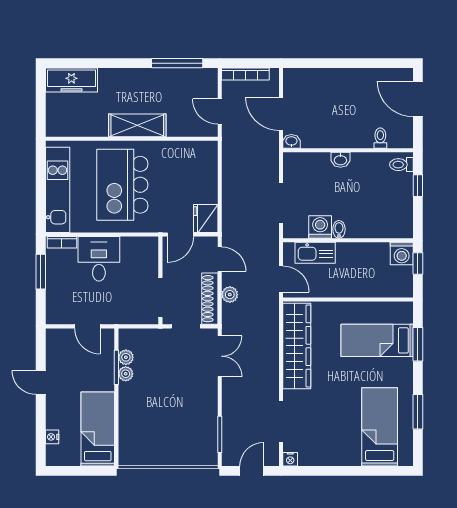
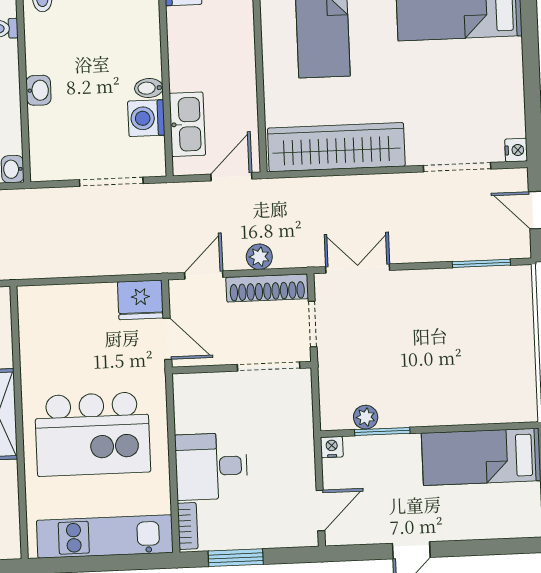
door: (87, 326) -> (320, 510), moved
plant: (126, 374) -> (392, 416), removed
nightstand: (52, 437) -> (332, 447), moved, turned 180

